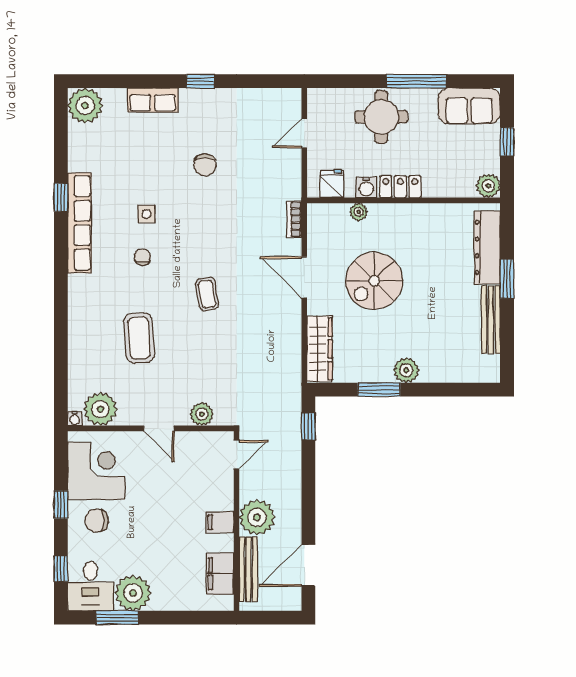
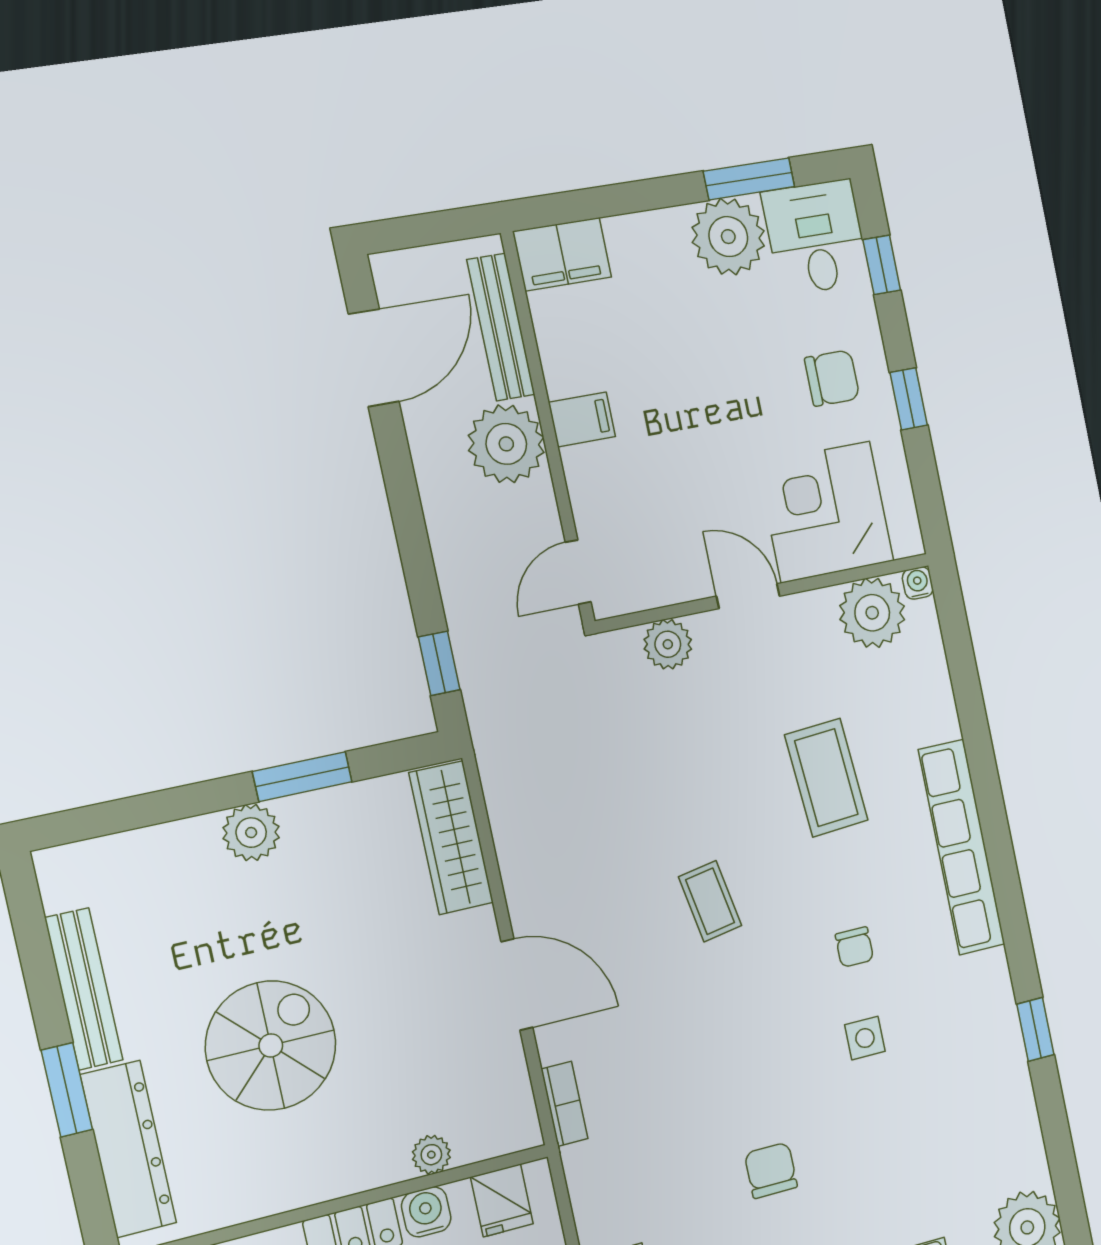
row of seats: (79, 223) -> (962, 847), moved
spiral stairs: (374, 281) -> (271, 1045), moved
corner desk: (96, 471) -> (826, 512), moved, turned 90
filing cabinet: (220, 574) -> (562, 254), moved, turned 90

